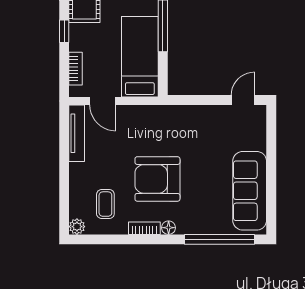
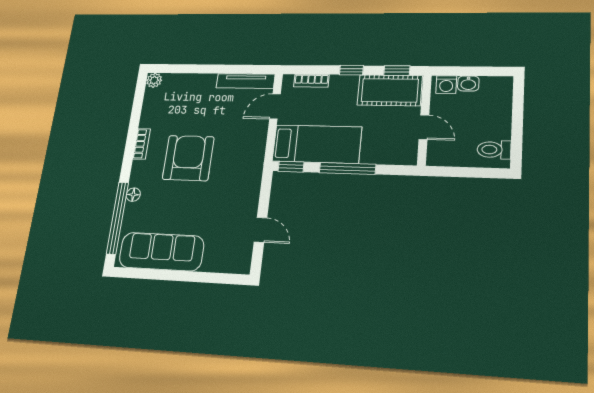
window: (163, 79) -> (291, 167), added
door: (243, 100) -> (261, 230), moved
coffee table: (105, 204) -> (171, 107), removed
floor lamp: (169, 228) -> (133, 195), moved

